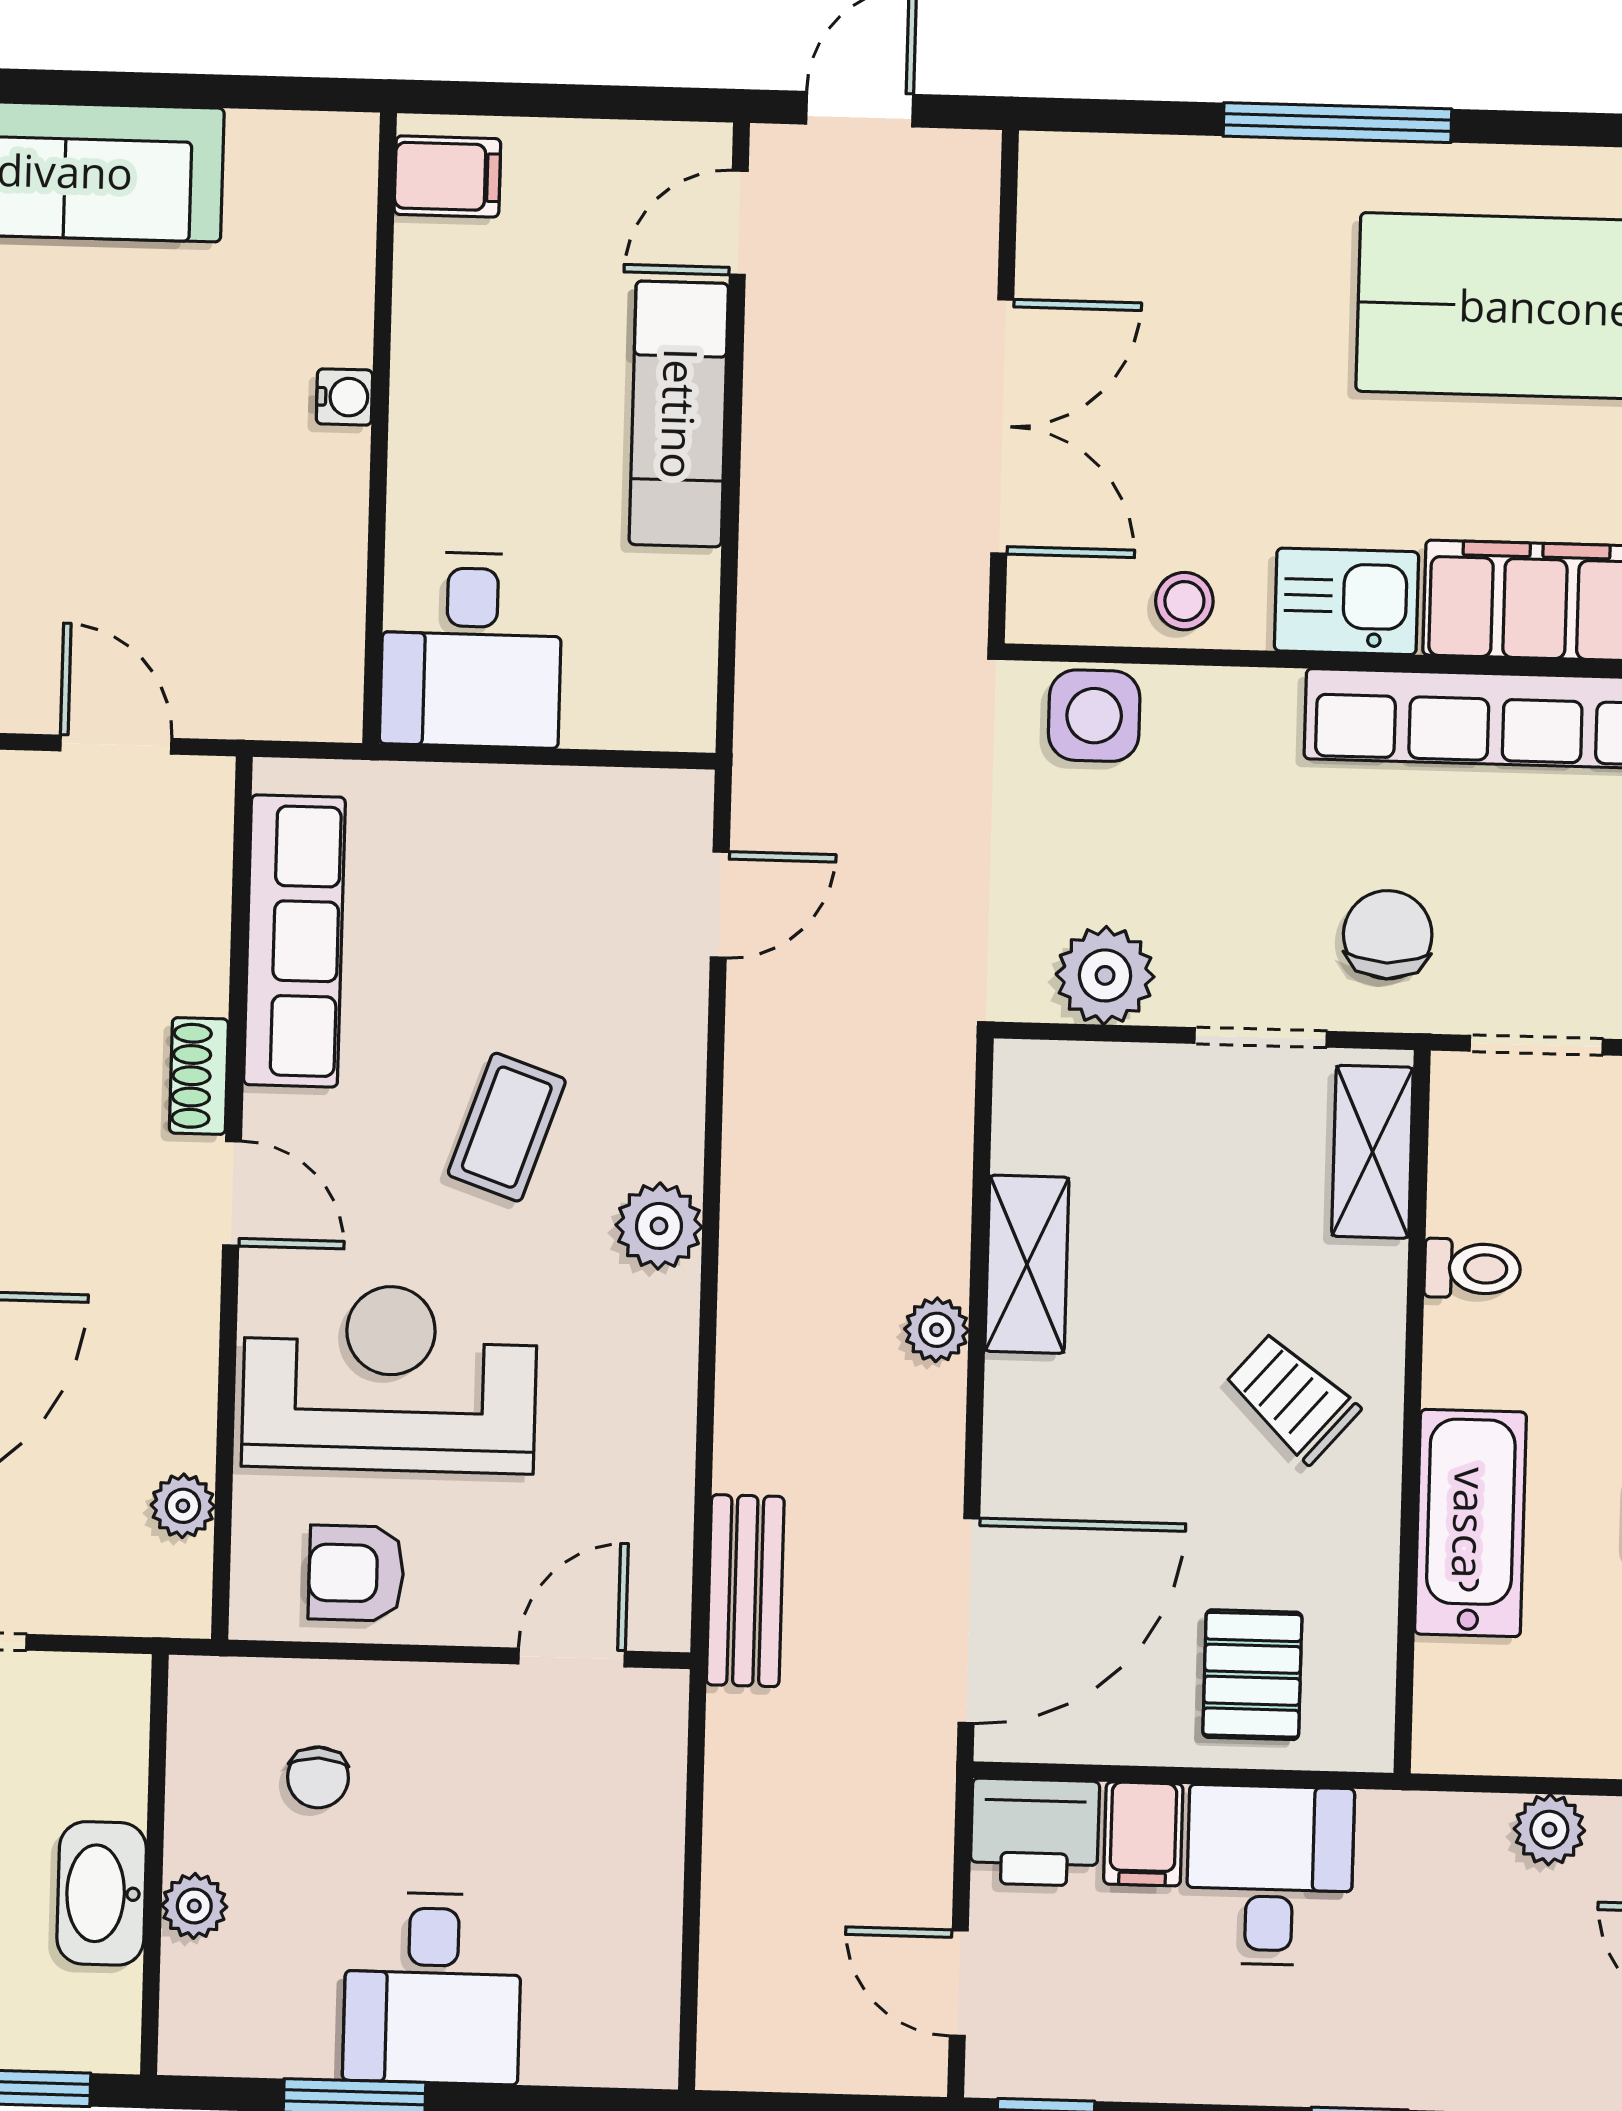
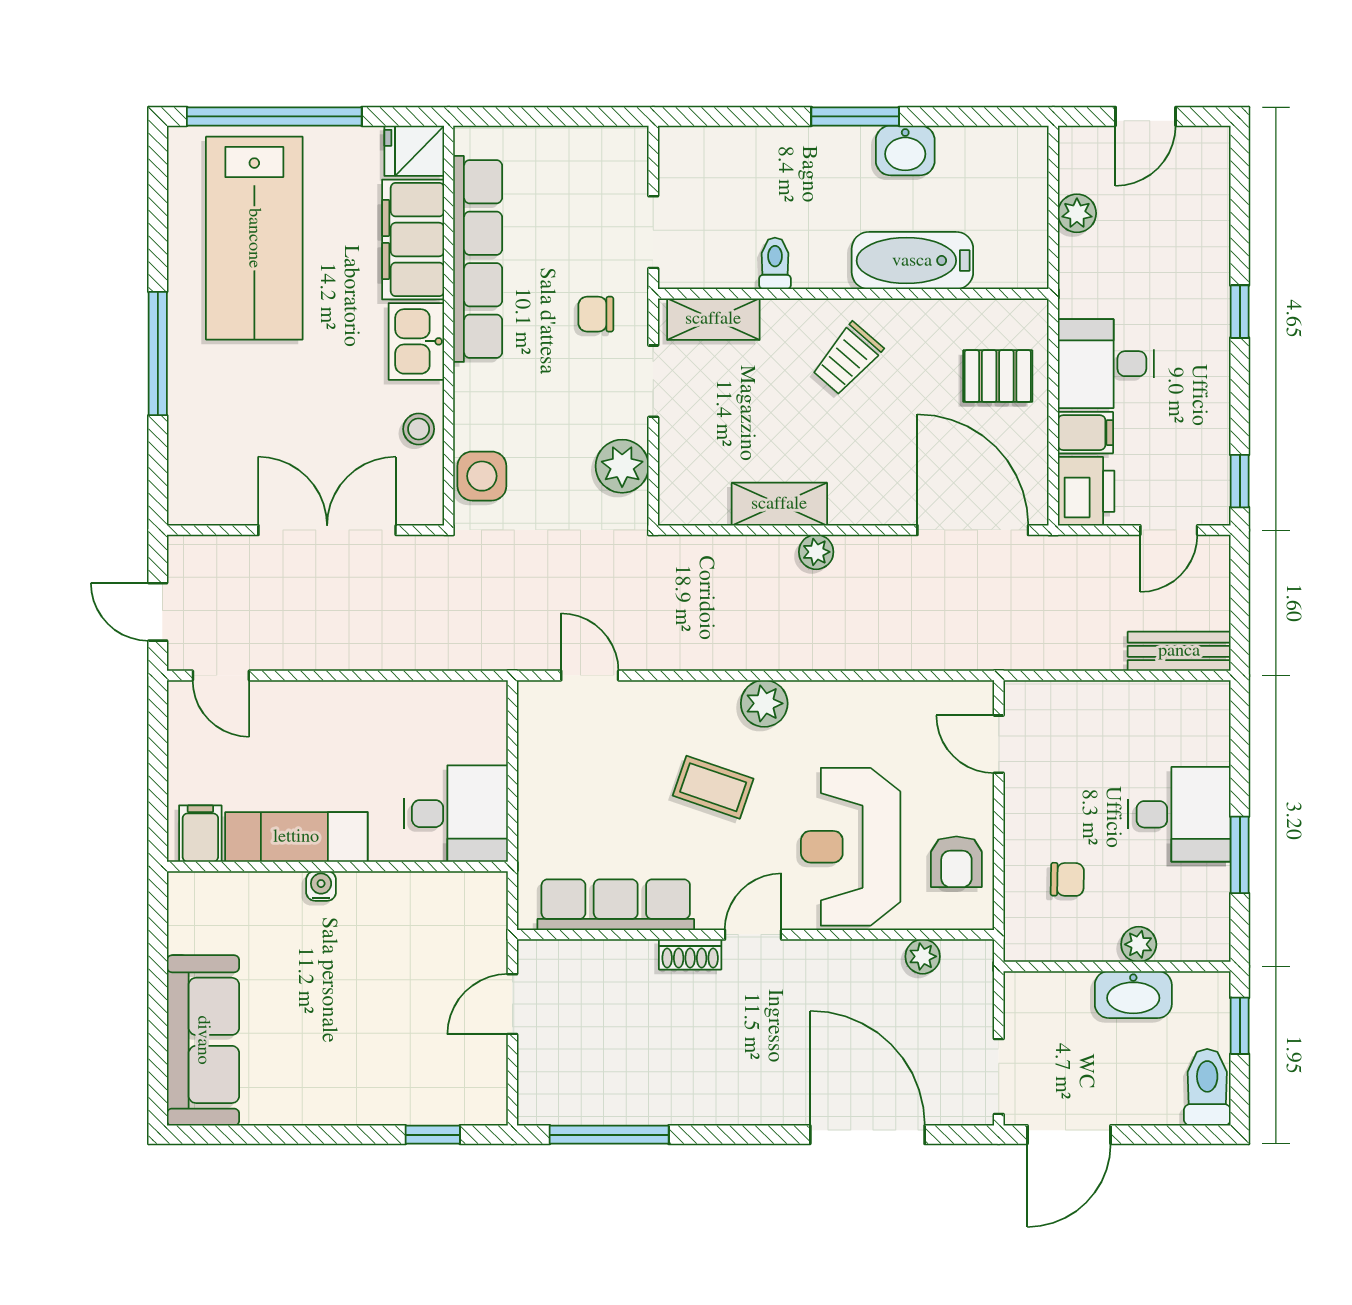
exam couch: (679, 414) -> (296, 837), moved, turned 180
chair: (1388, 935) -> (596, 314), width x0.73, depth x0.73
bench: (745, 1591) -> (1179, 651), moved

